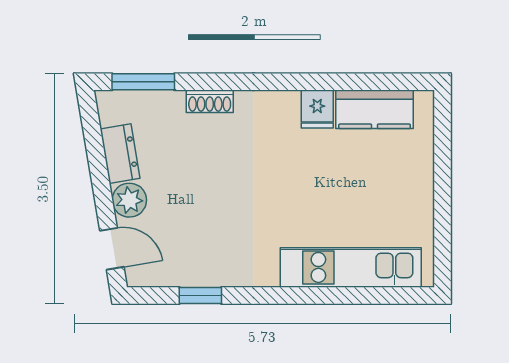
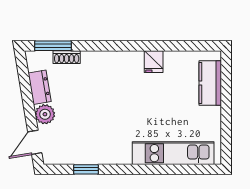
shoe rack: (210, 101) -> (67, 57), moved
kitchen counter: (375, 109) -> (210, 83), moved, turned 90
door: (112, 249) -> (35, 142), swing flipped

